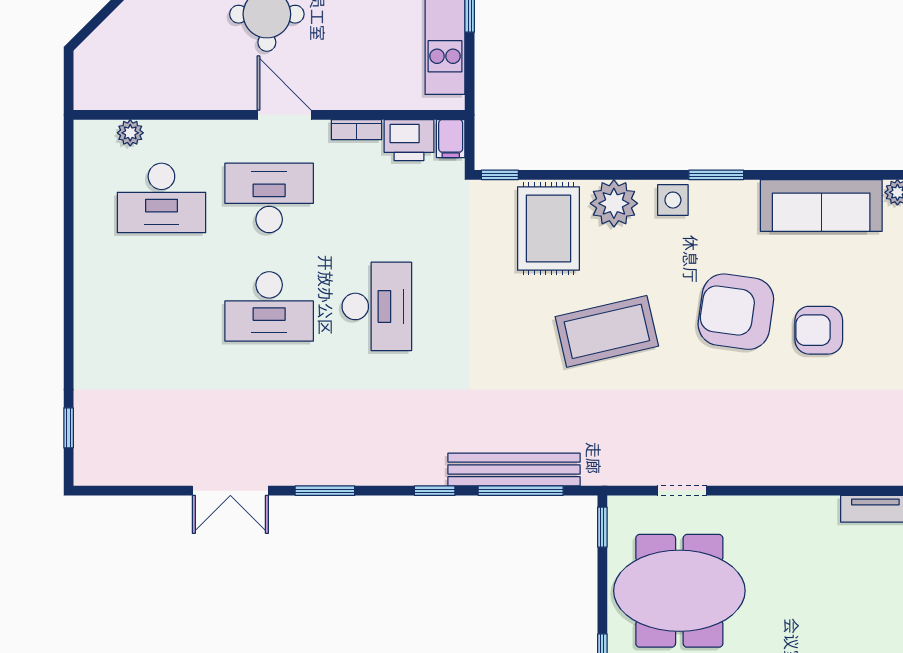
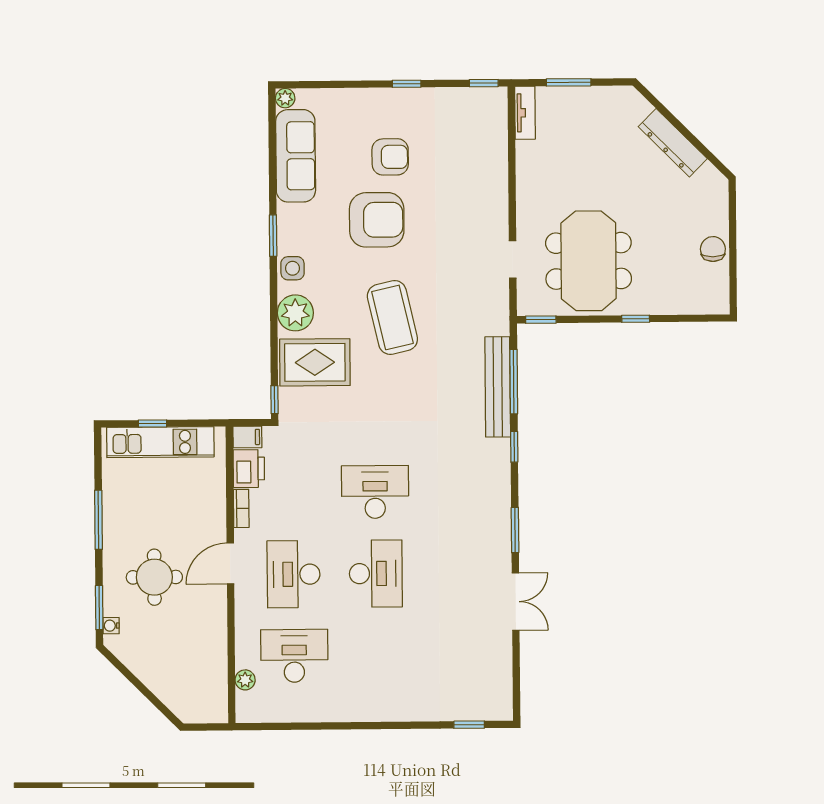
desk: (161, 198) -> (294, 656), turned -90
armchair: (736, 312) -> (377, 220), turned -98
armchair: (819, 330) -> (390, 157), turned -90

